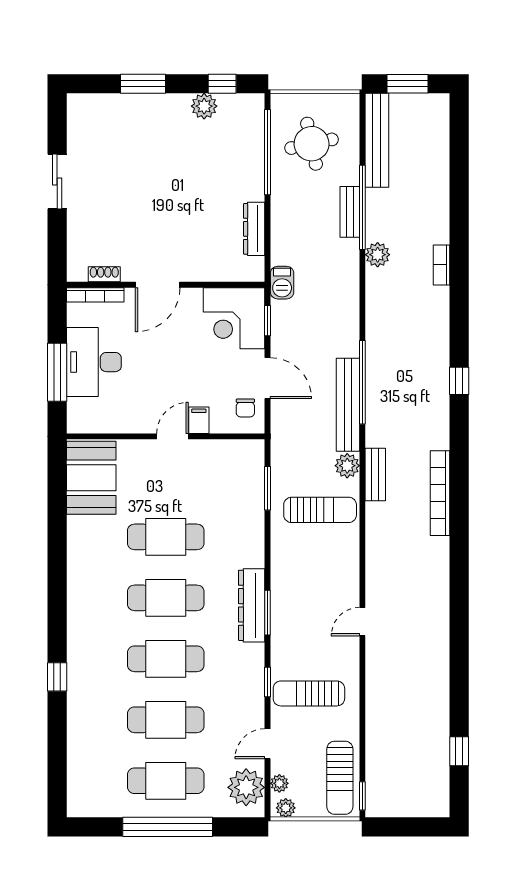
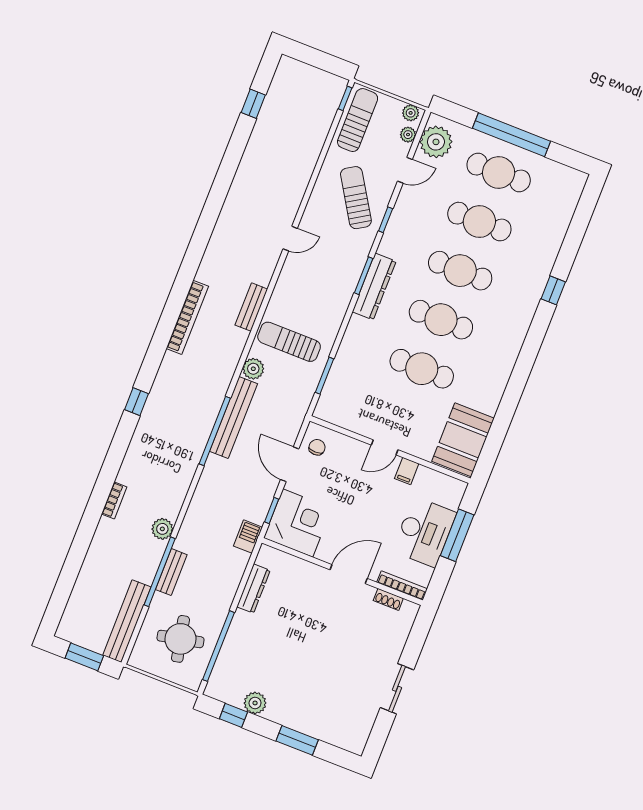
filing cabinet: (199, 420) -> (407, 471), moved
bench: (375, 474) -> (251, 307), moved
sun lounger: (309, 693) -> (356, 198), turned -122

